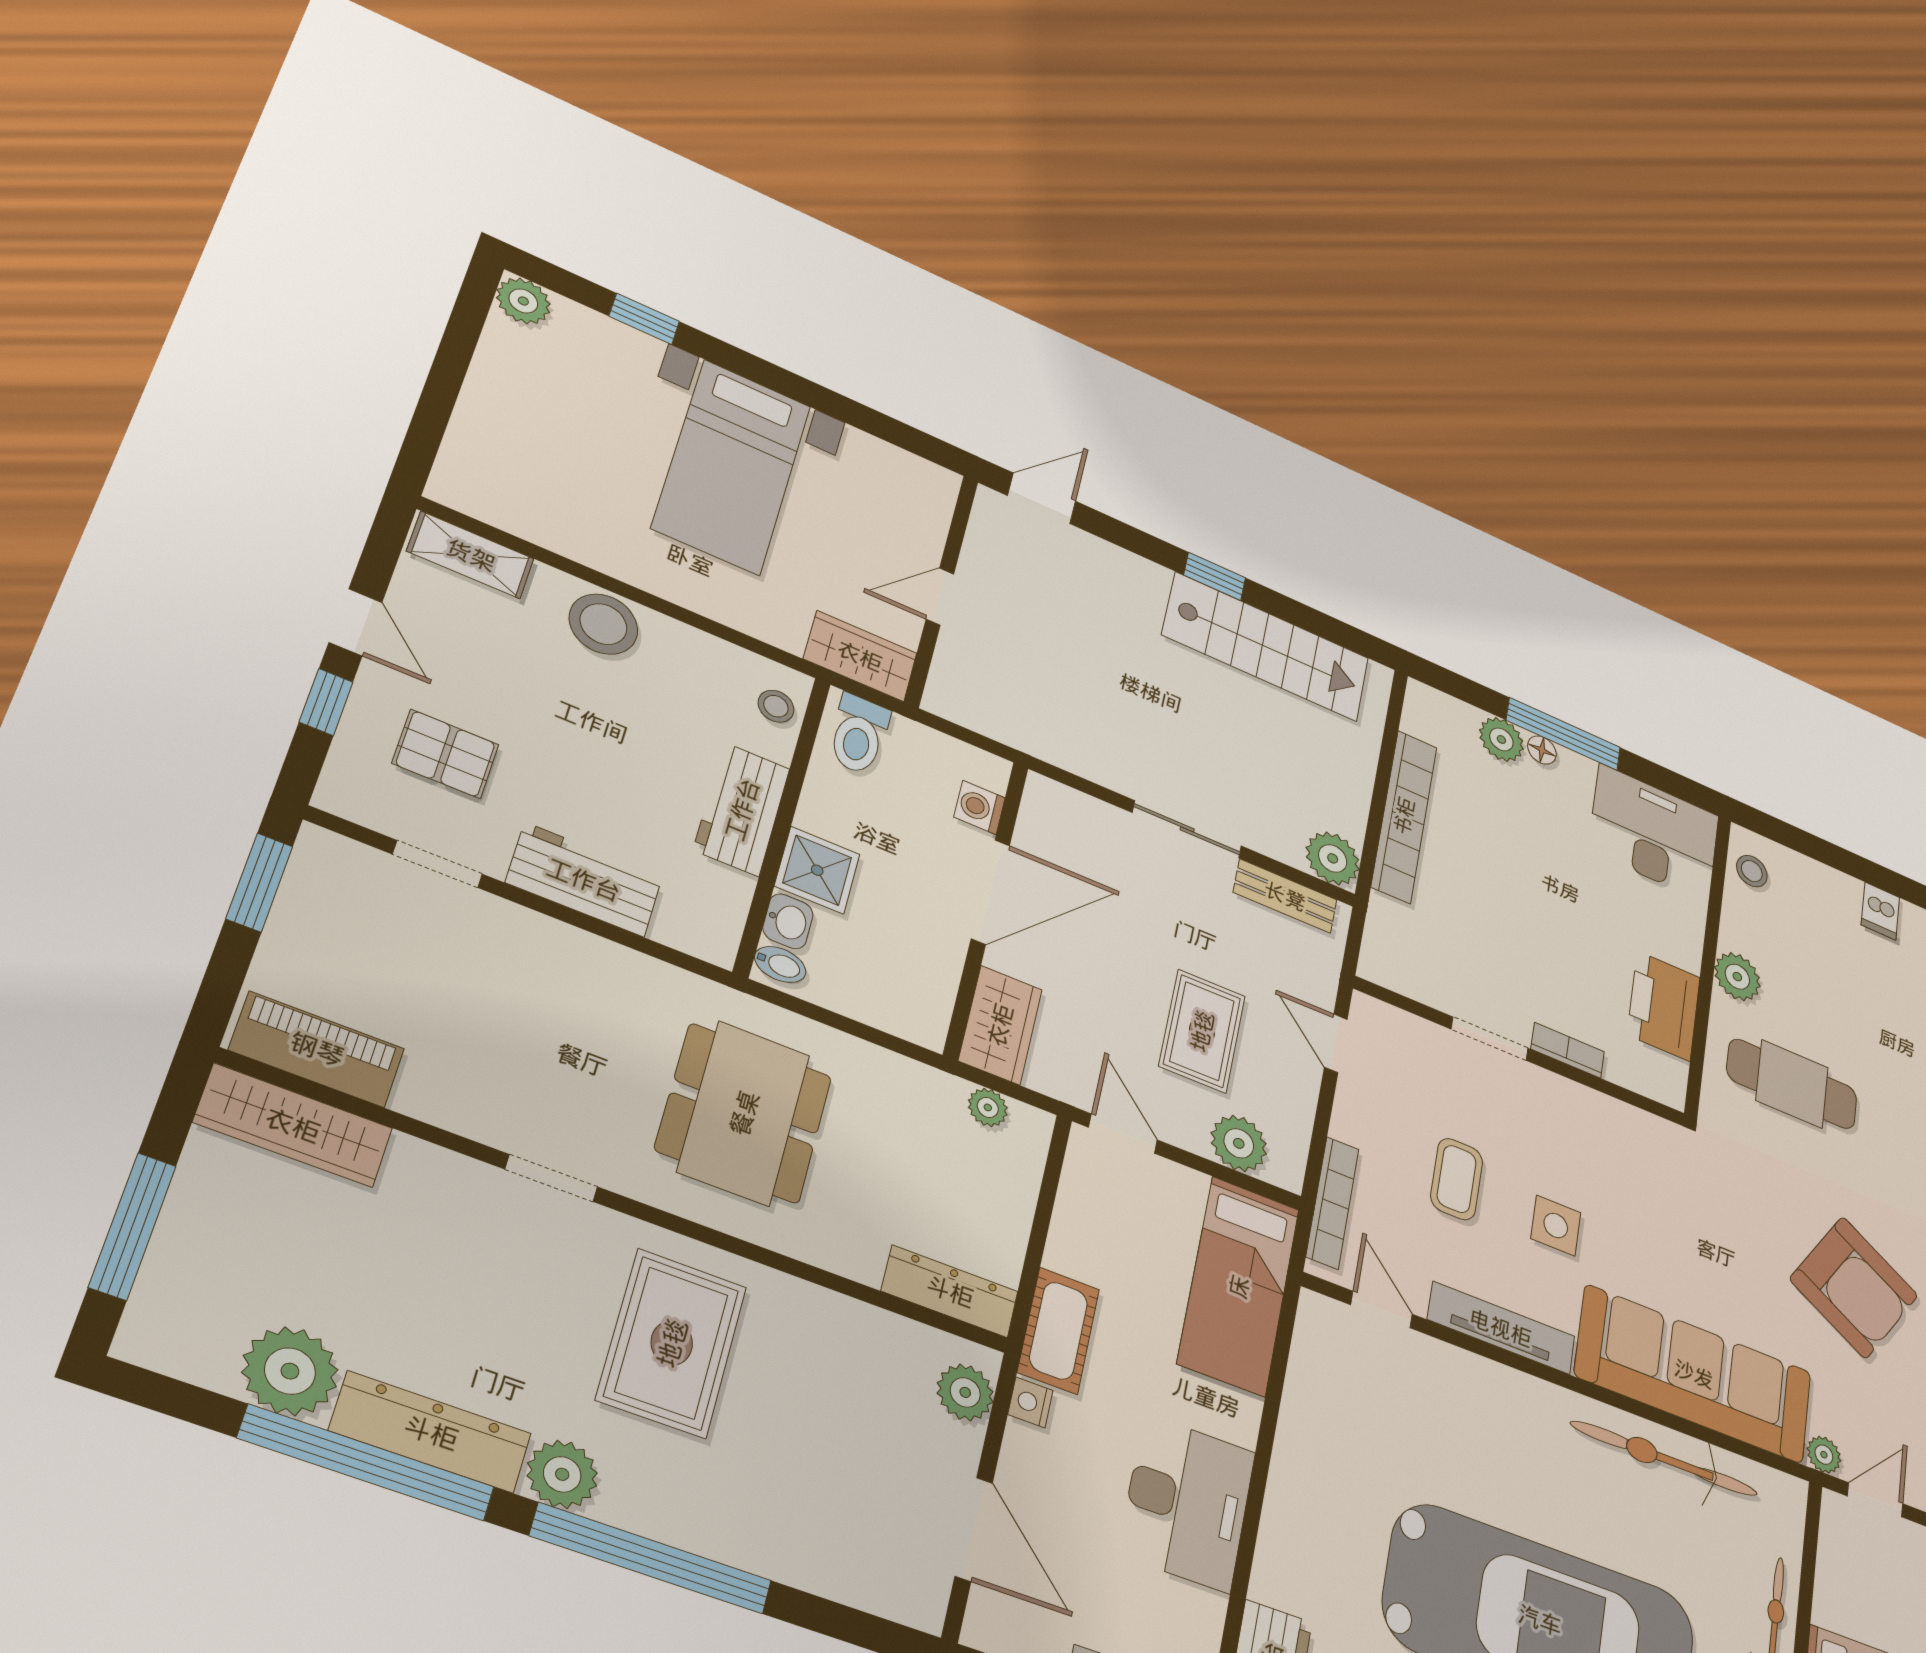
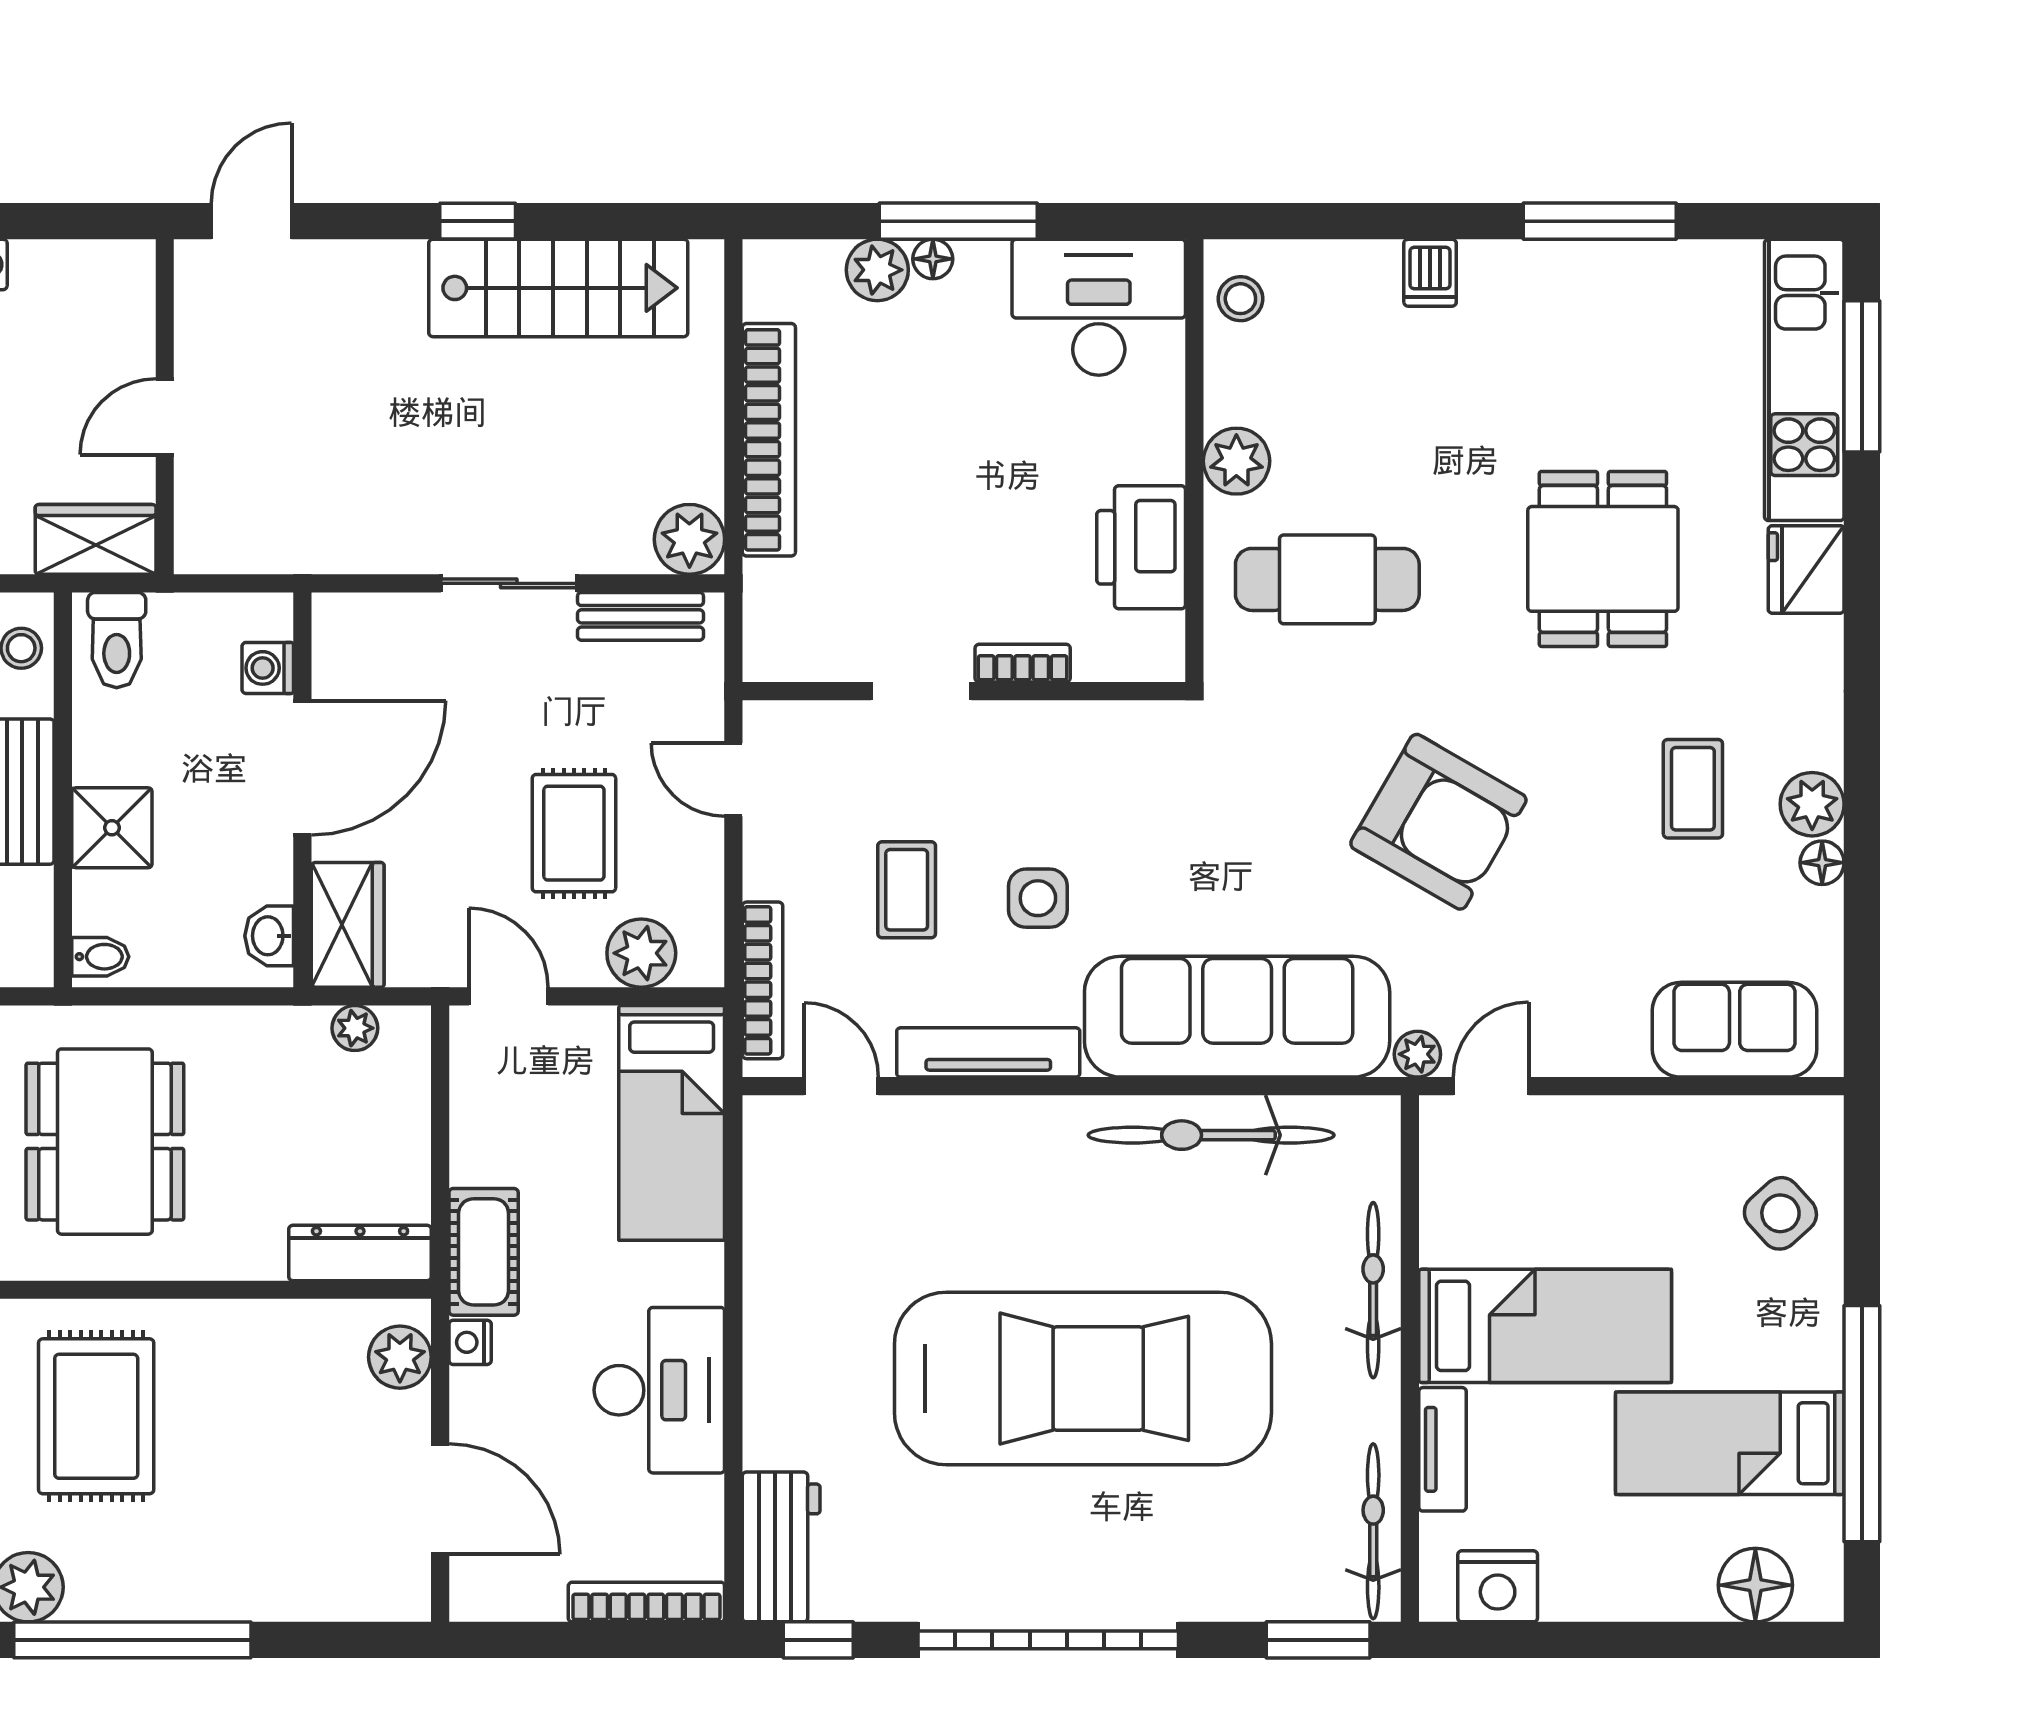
washbasin: (788, 921) -> (269, 936), moved, turned 180

